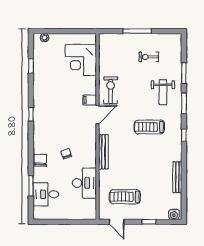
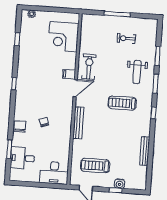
desk: (84, 183) -> (54, 173), moved, turned 90
water cooler: (174, 214) -> (120, 184), moved

